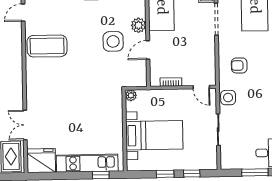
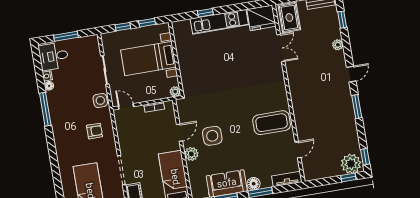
plant: (131, 95) -> (175, 92), moved
wall: (124, 130) -> (176, 59), moved
bed with nightstands: (154, 135) -> (148, 59), moved

